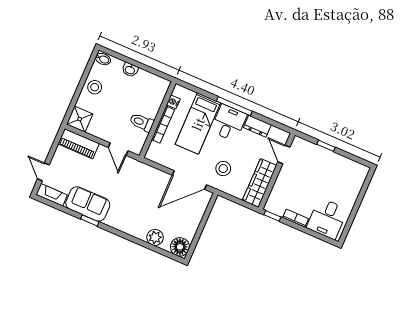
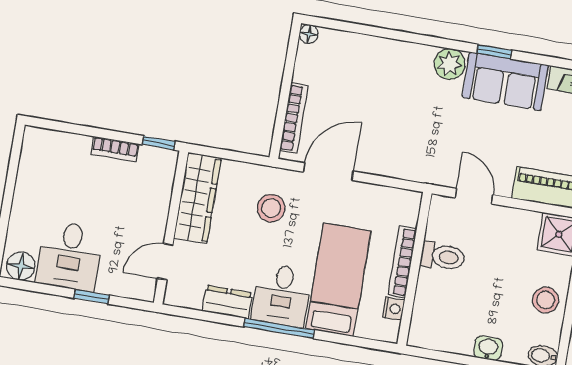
door: (284, 155) -> (165, 262), swing flipped
floor lamp: (358, 170) -> (21, 266), added
door: (189, 180) -> (328, 172), width x0.73
bookcase: (200, 212) -> (294, 118), added
desk: (327, 219) -> (70, 256), moved, turned 180
plant: (155, 237) -> (450, 64), moved
floor lamp: (180, 247) -> (309, 34), width x0.53, depth x0.53

